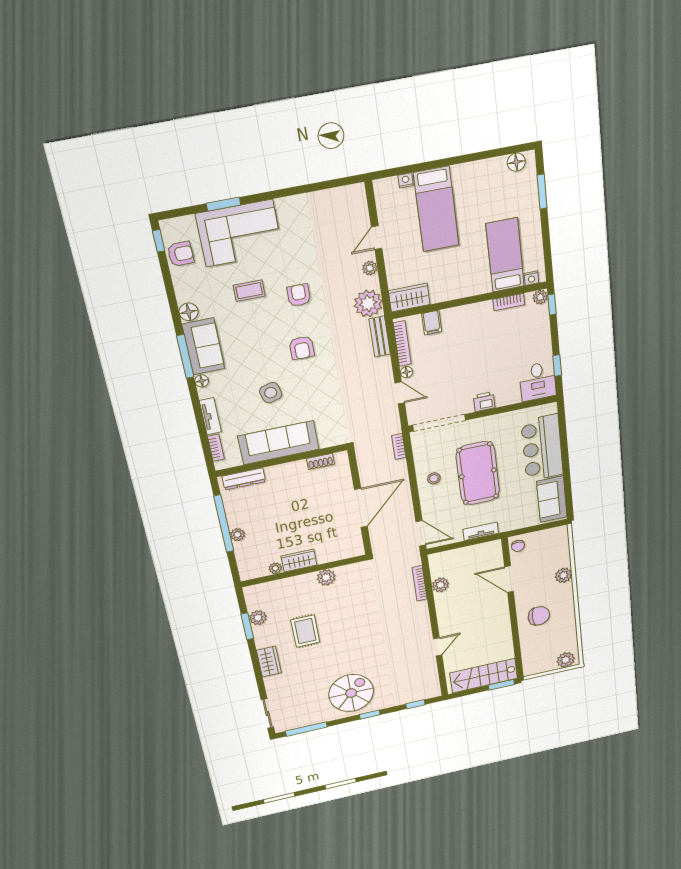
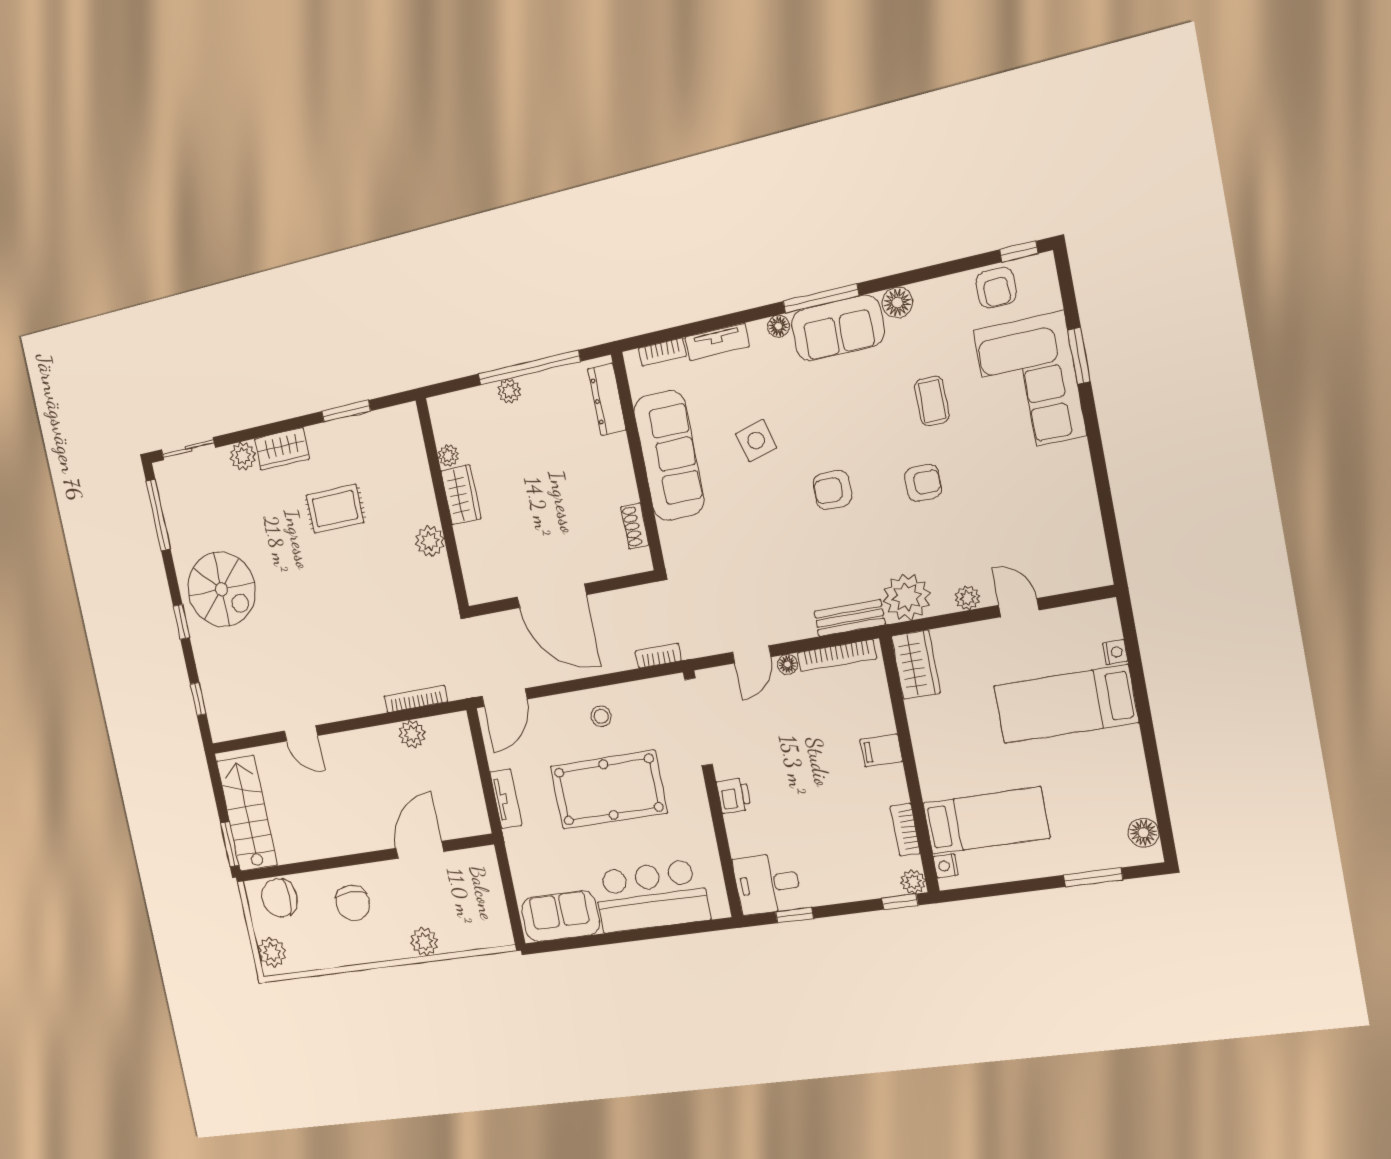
filing cabinet: (432, 323) -> (881, 750), moved
chair: (518, 546) -> (279, 898), moved, width x1.87, depth x1.87
plant: (258, 618) -> (243, 456), moved

